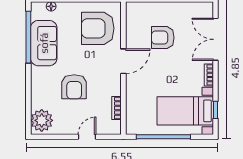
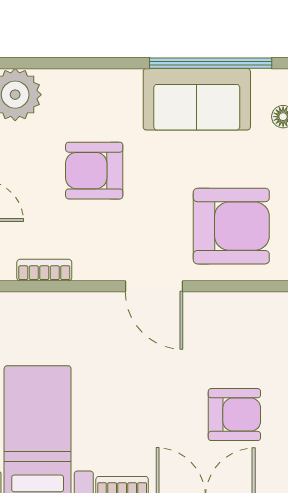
armchair: (98, 28) -> (231, 226), turned 90
armchair: (163, 38) -> (234, 415), moved, turned 90

